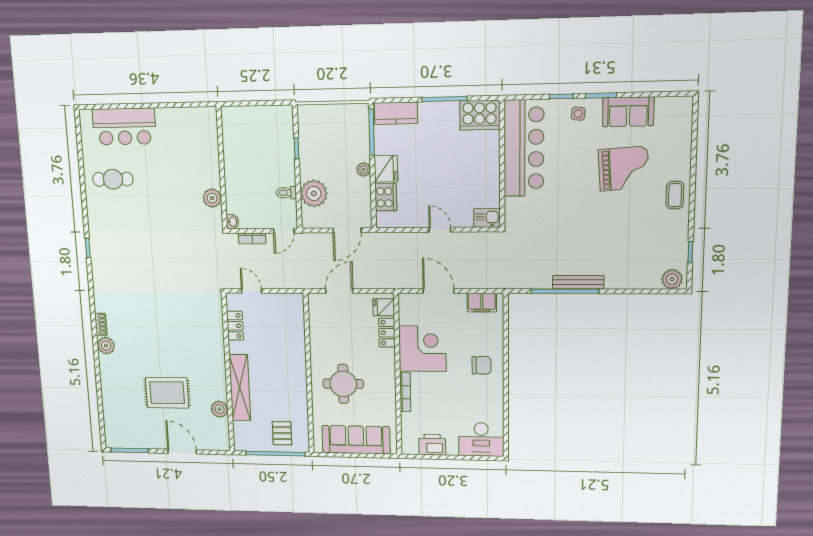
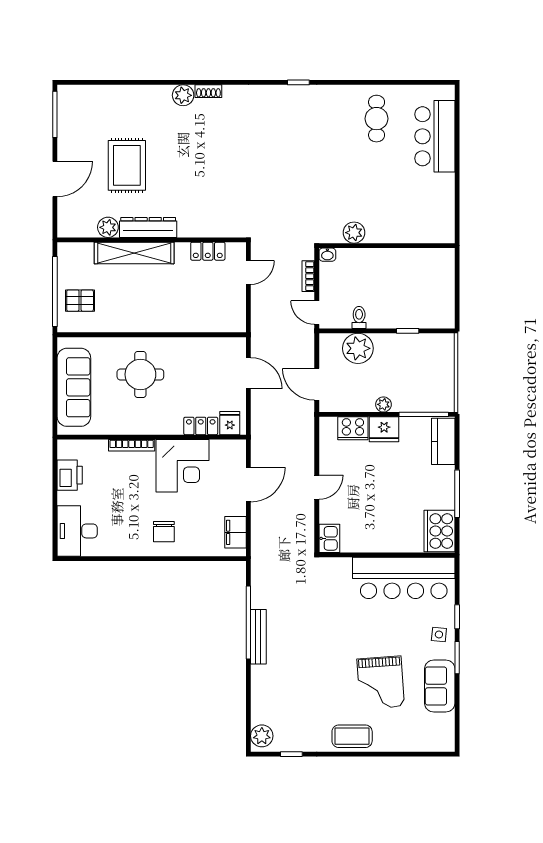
coffee table: (675, 195) -> (352, 736), width x1.36, depth x1.30
dresser: (218, 376) -> (148, 227), added

